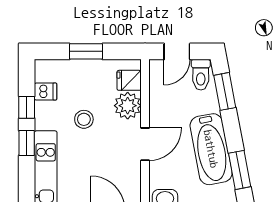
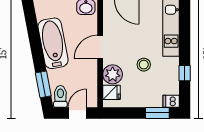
window: (86, 51) -> (157, 113), moved
dishwasher: (46, 92) -> (171, 101), moved
window: (27, 143) -> (185, 48), removed
window: (240, 170) -> (33, 28), removed

